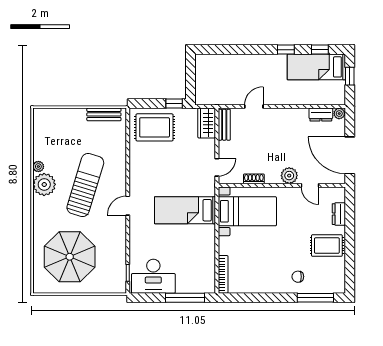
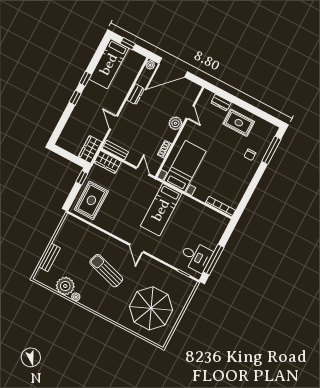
window: (320, 50) -> (75, 98), moved
wardrobe: (210, 96) -> (90, 149), added
bench: (104, 114) -> (50, 257), moved
dresser: (321, 115) -> (136, 94), moved
door: (350, 155) -> (173, 68), moved
plant: (44, 184) -> (65, 286), moved
sun lounger: (85, 185) -> (106, 271), width x0.73, depth x0.75
door: (310, 185) -> (190, 112), hinge flipped
rug: (327, 246) -> (239, 123), turned 90
desk: (153, 276) -> (196, 257), width x0.73
window: (185, 298) -> (214, 260), moved

